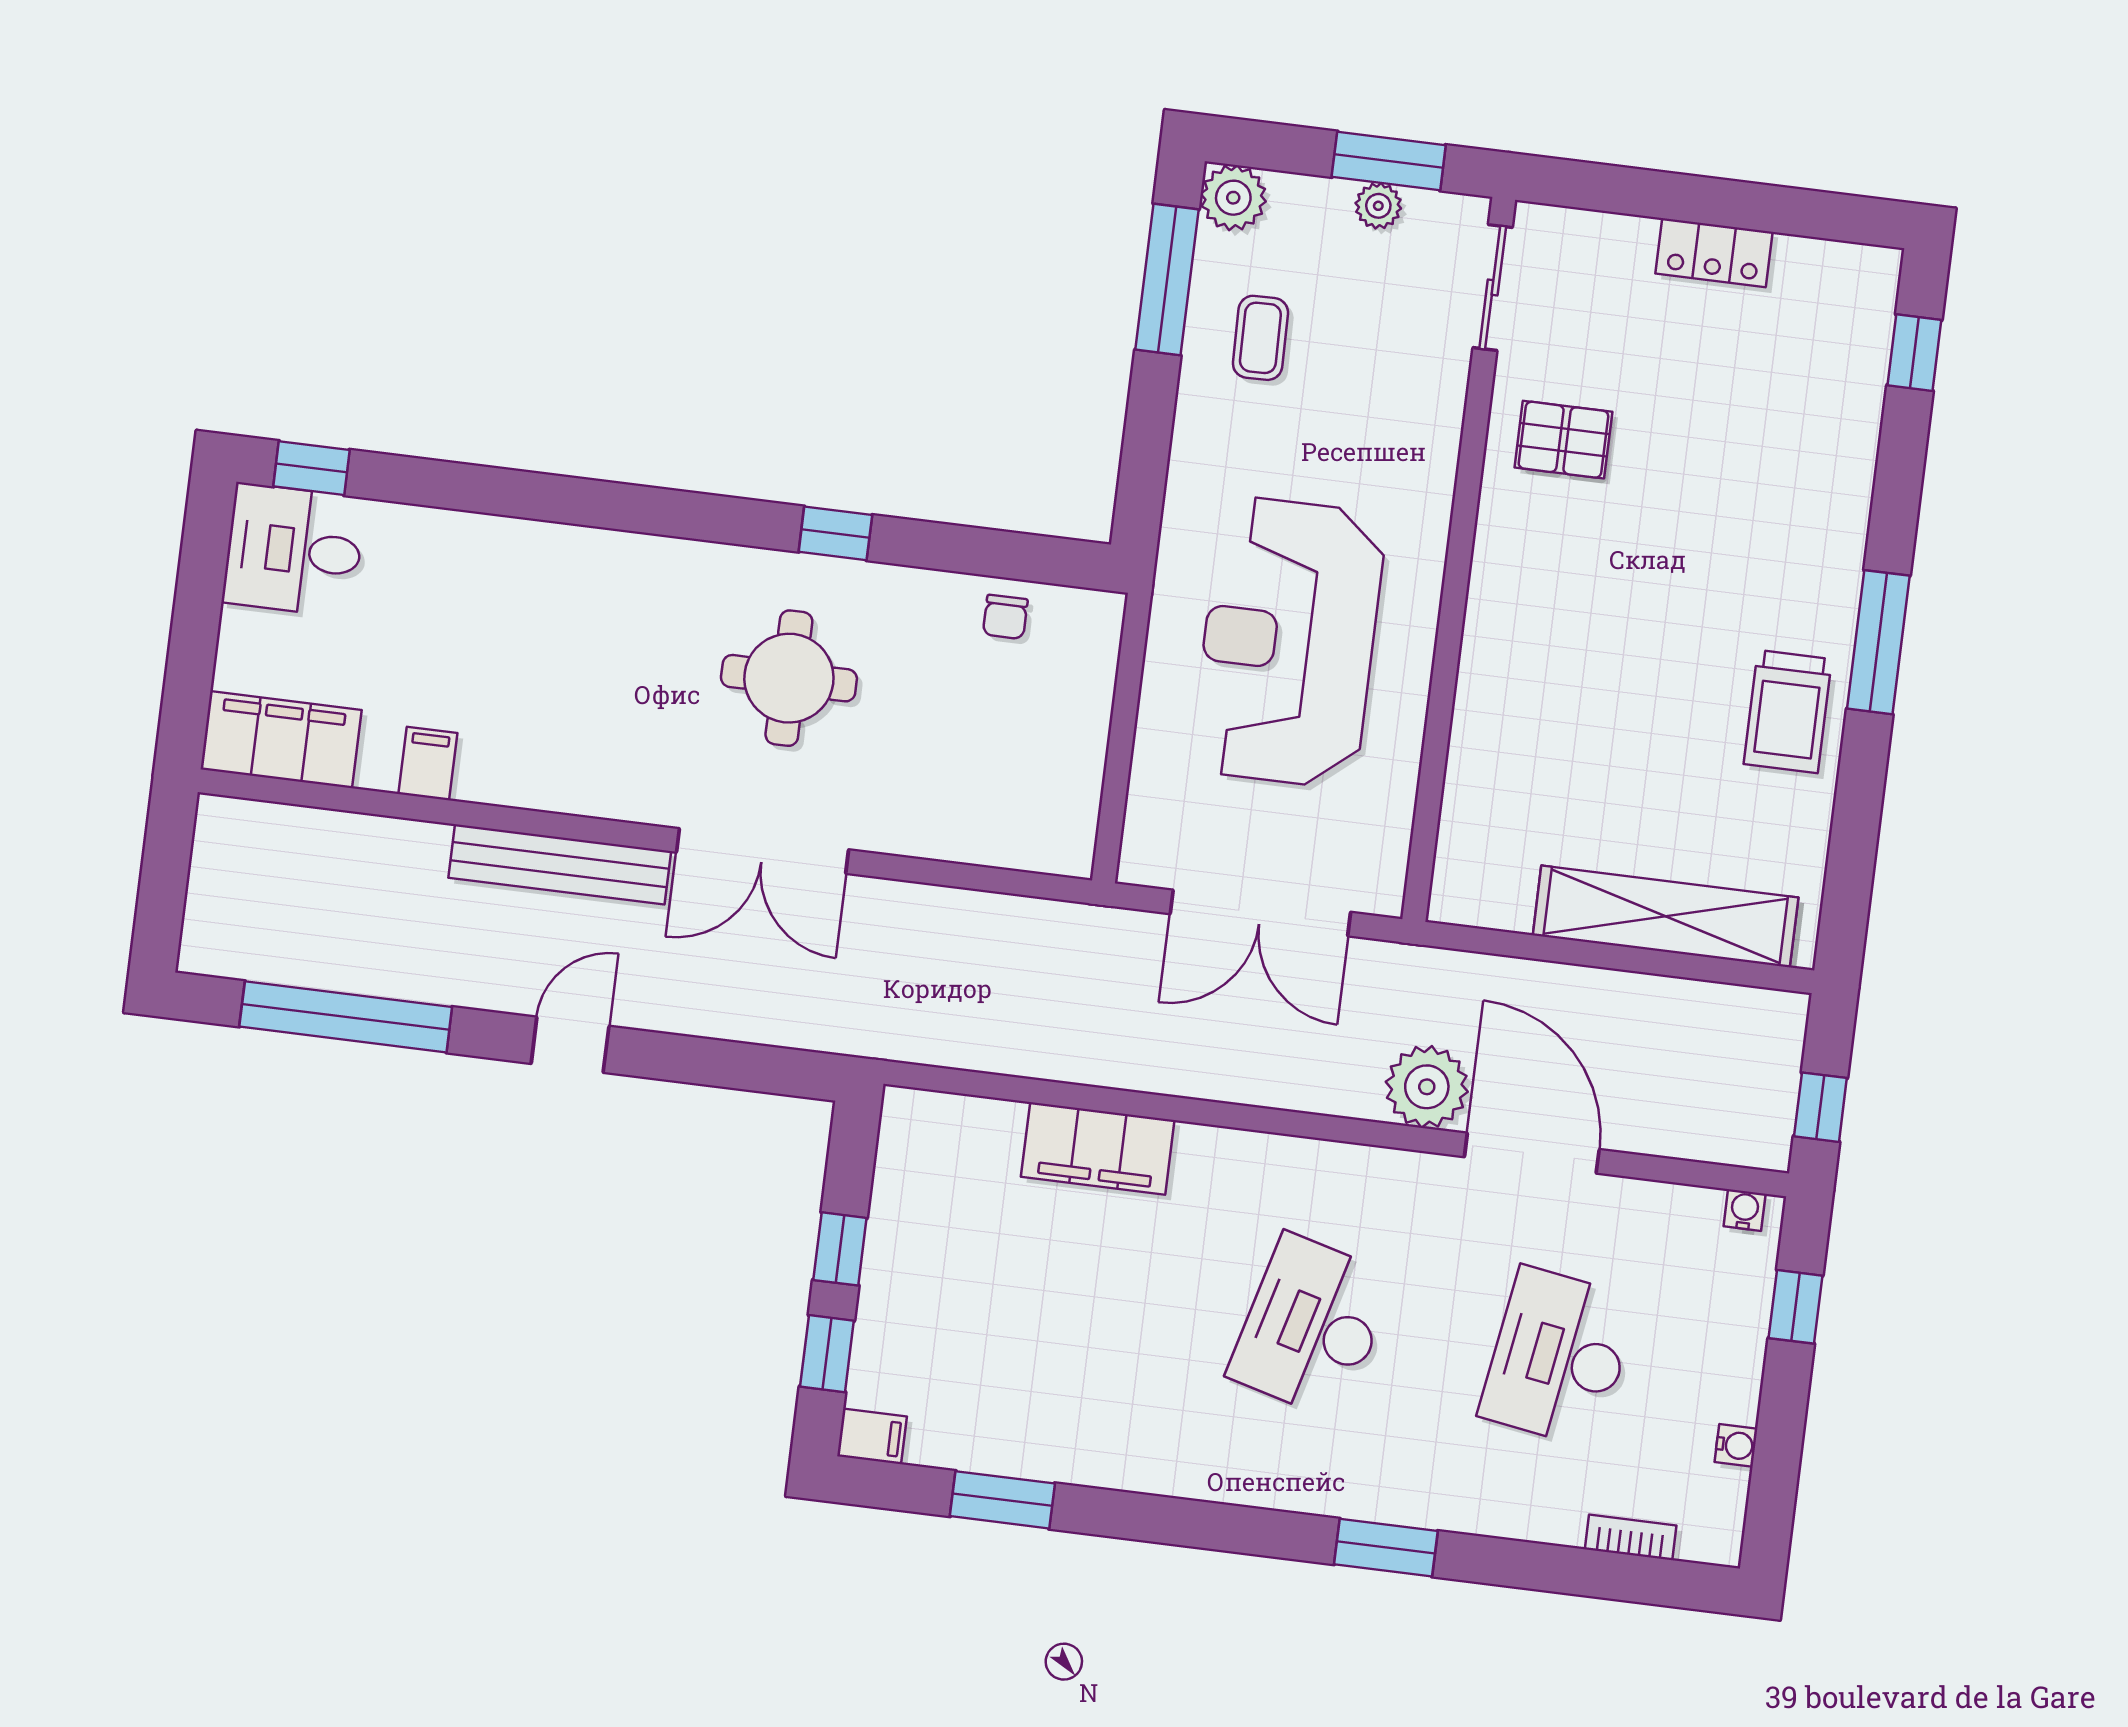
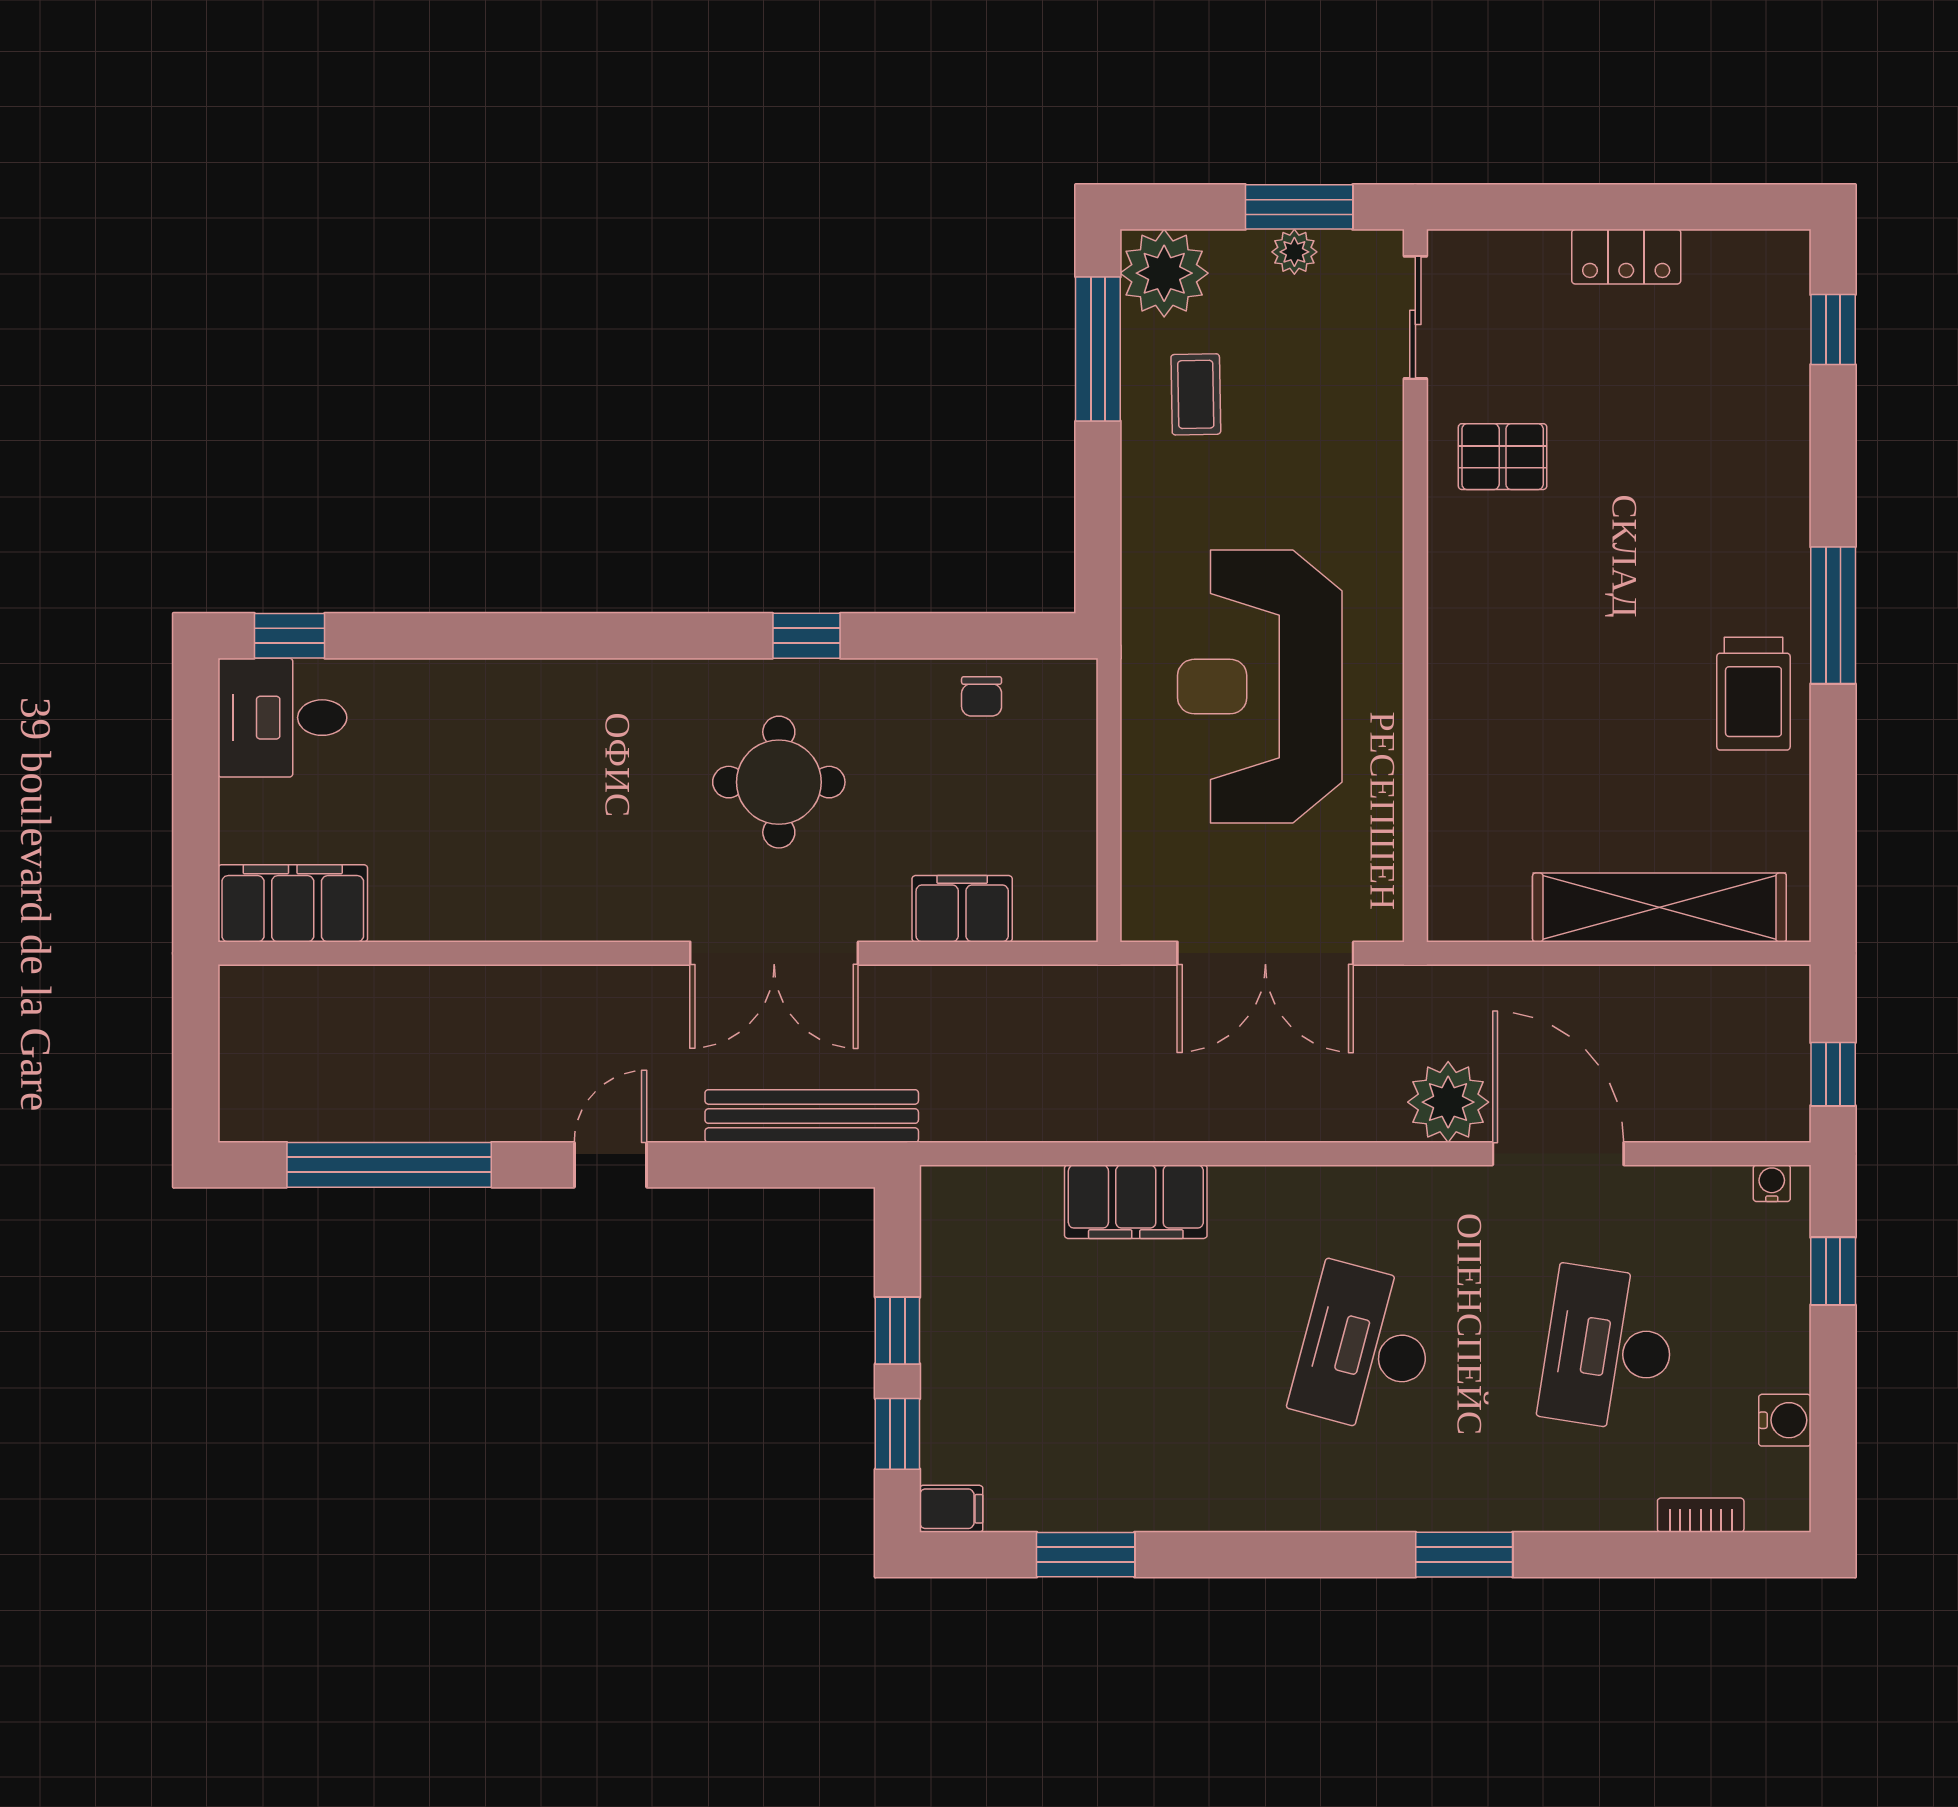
plant: (1233, 198) -> (1164, 273), width x1.36, depth x1.36
filing cabinet: (428, 764) -> (962, 909), moved, width x2.00
bench: (560, 864) -> (812, 1116), moved
water cooler: (1736, 1445) -> (1785, 1420), width x1.38, depth x1.38

